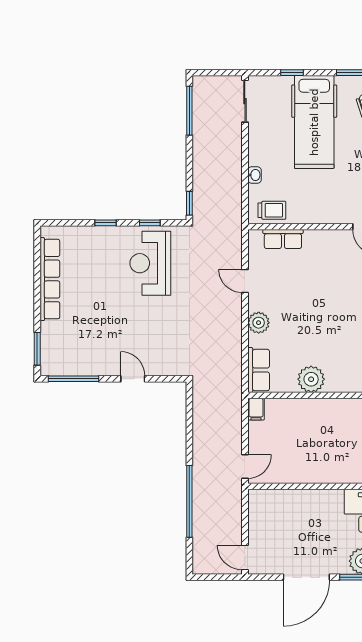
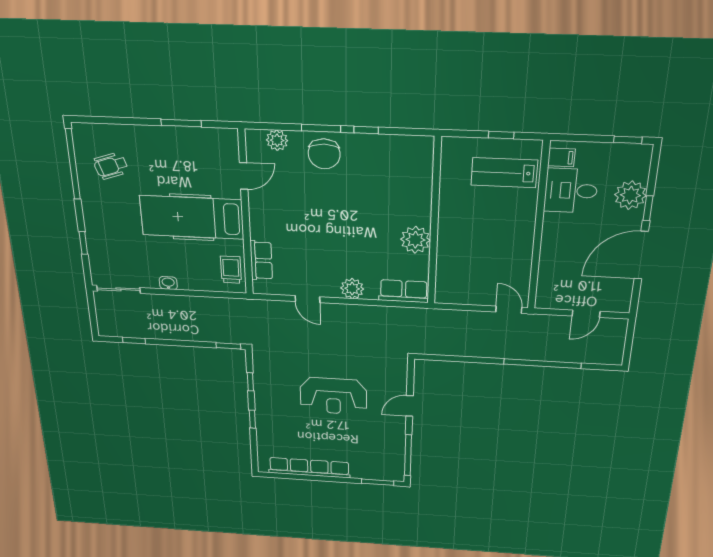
window: (189, 111) -> (134, 341), width x0.46
hospital bed: (314, 122) -> (192, 217), moved, turned 180
washbasin: (255, 175) -> (168, 283), moved
reception desk: (150, 263) -> (333, 396), moved
door: (245, 281) -> (307, 299), hinge flipped
filing cabinet: (256, 409) -> (446, 296), removed
door: (245, 557) -> (586, 314), moved
door: (306, 577) -> (641, 255), swing flipped

